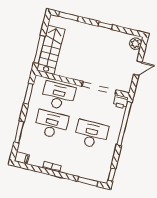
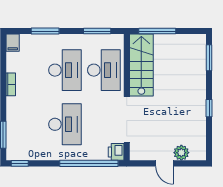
plant: (136, 44) -> (181, 153), moved
stairs: (51, 50) -> (141, 65), moved, turned -90

